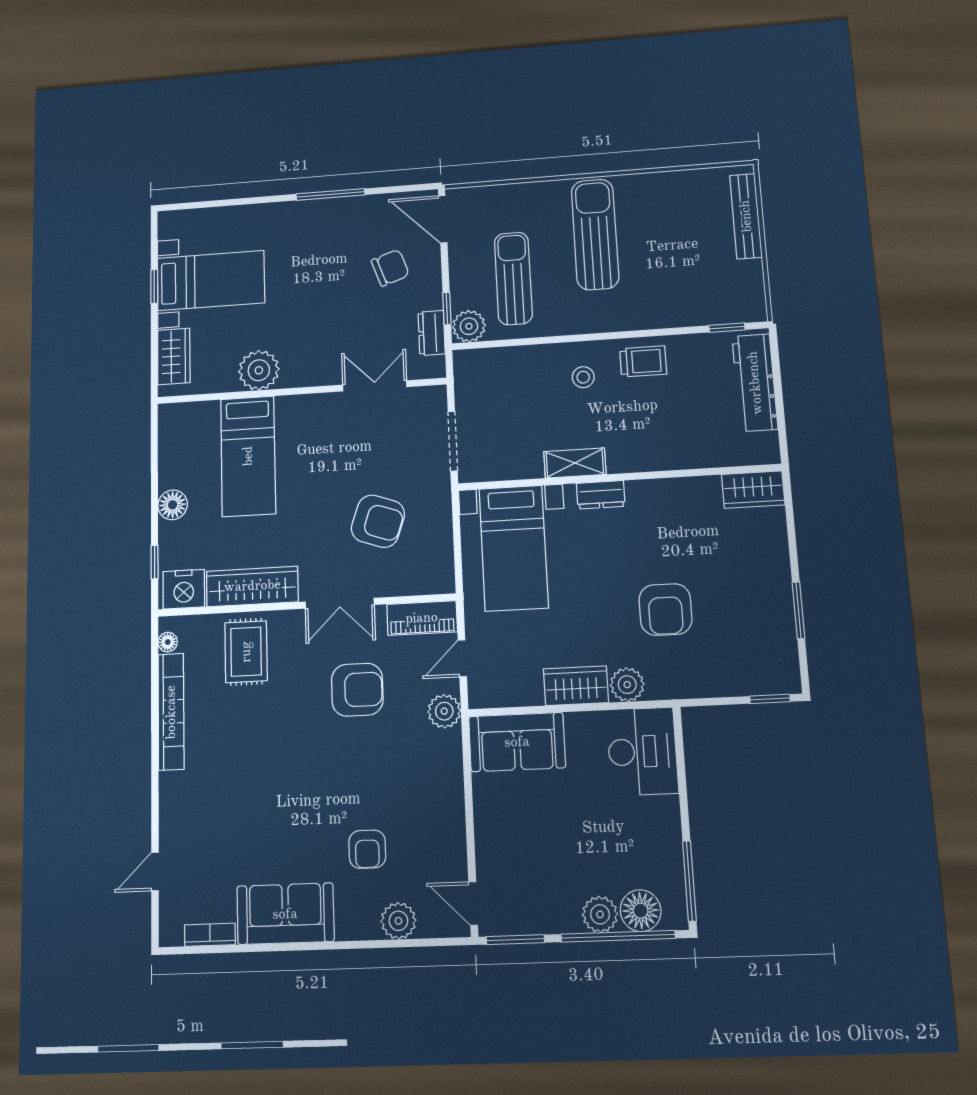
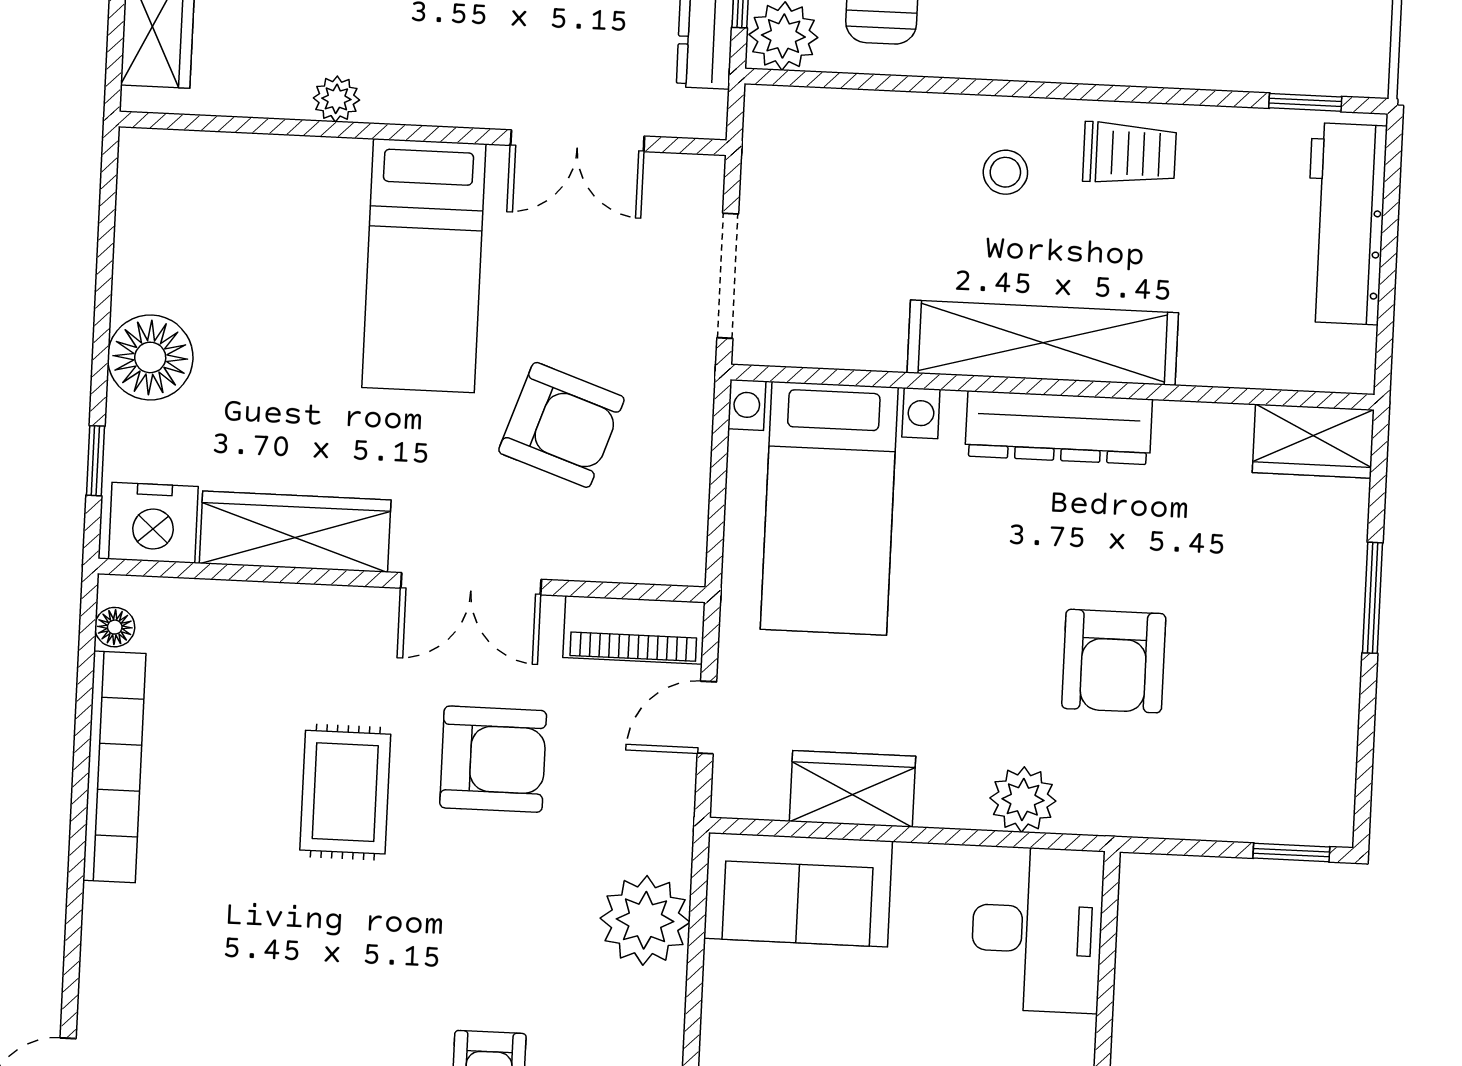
plant: (259, 370) -> (336, 99), width x0.53, depth x0.53
double door: (375, 386) -> (577, 141), swing flipped
bed: (248, 456) -> (424, 266), moved
shelving: (575, 463) -> (1043, 343), width x2.20, depth x1.33
dresser: (601, 495) -> (1059, 428), width x1.96, depth x1.24
floor lamp: (173, 505) -> (150, 357), width x1.38, depth x1.38
window: (799, 610) -> (1373, 598), moved
rug: (246, 652) -> (345, 792), moved
wardrobe: (576, 686) -> (852, 789), moved
plant: (444, 711) -> (645, 920), moved, width x1.36, depth x1.36

